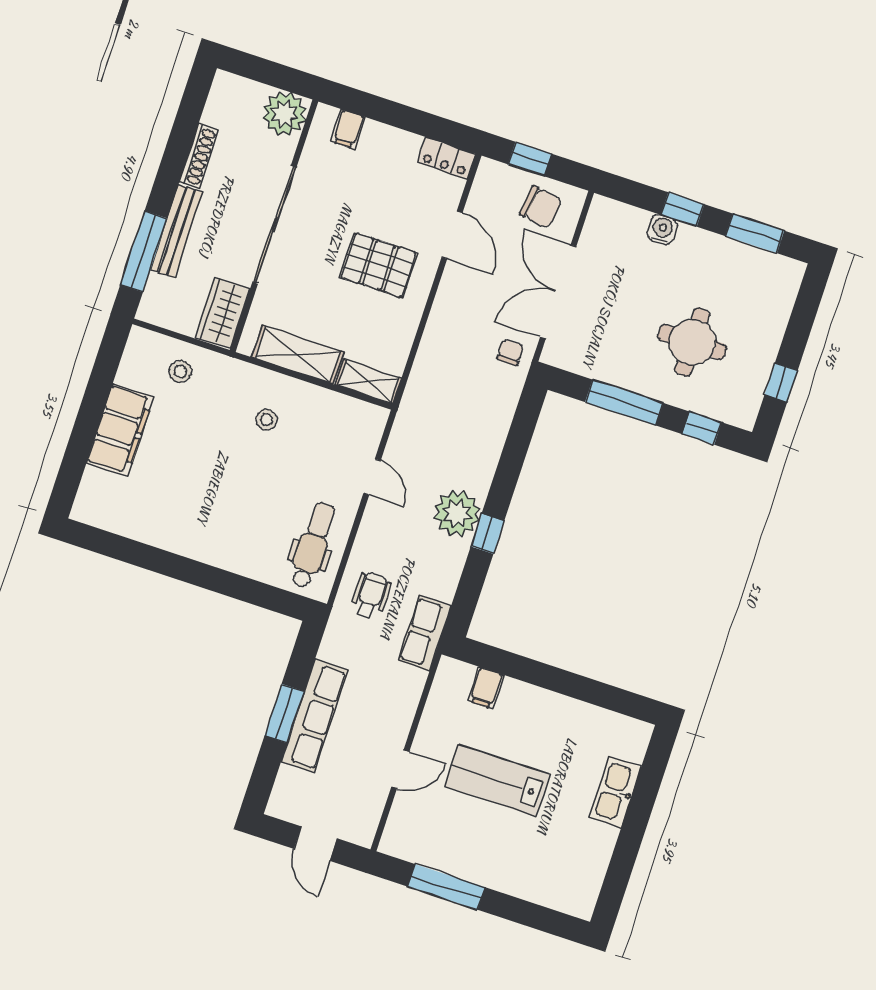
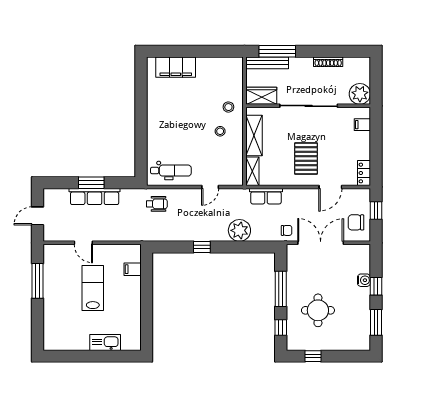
chair: (541, 207) -> (356, 222), turned 82
bench: (176, 231) -> (267, 63), moved
stool: (180, 372) -> (228, 107), moved
filing cabinet: (120, 430) -> (176, 67), moved
plant: (457, 513) -> (239, 230), moved
row of seats: (425, 633) -> (266, 196), moved, turned 180

